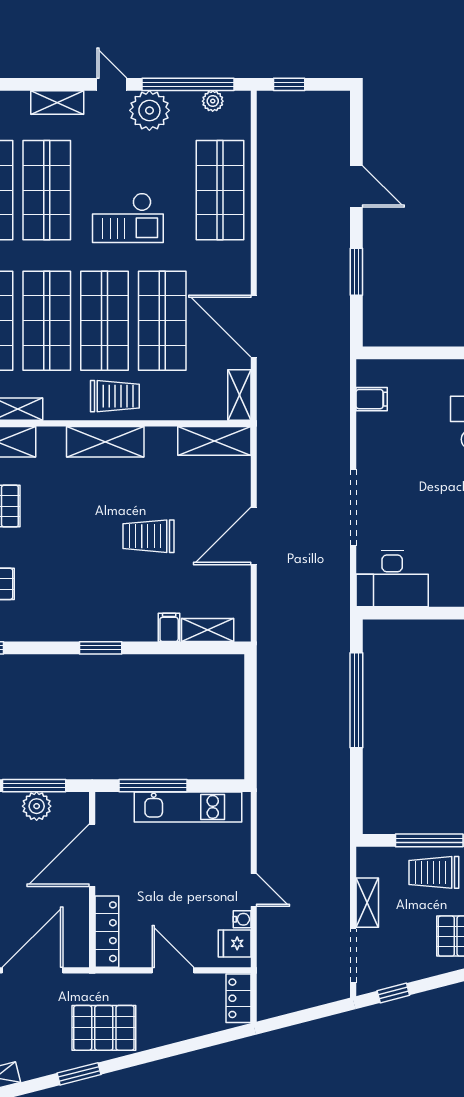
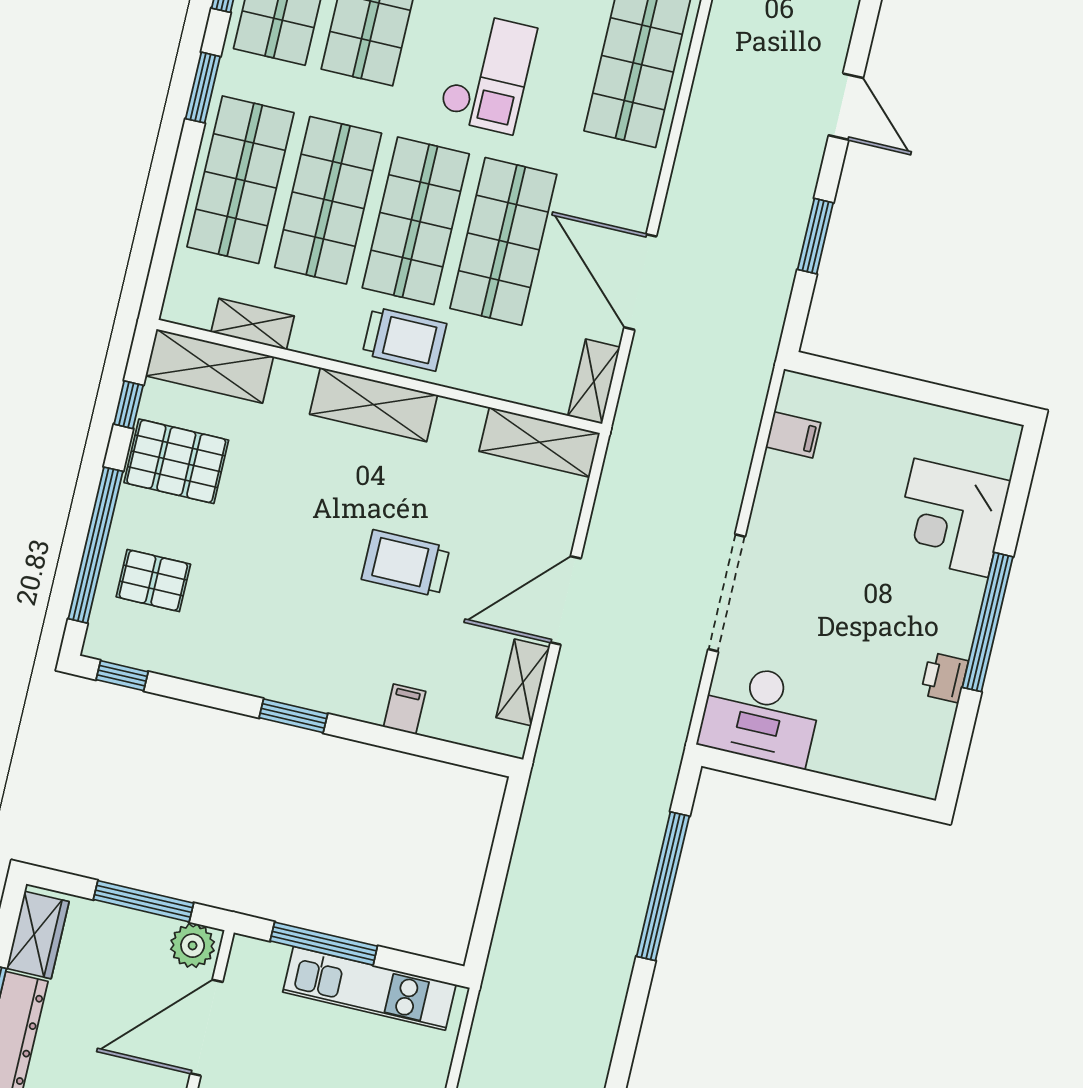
checkout: (128, 218) -> (488, 73), turned -90
shelving: (208, 630) -> (523, 682), moved, turned 90
plant: (37, 806) -> (193, 946), moved

